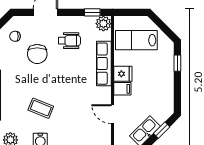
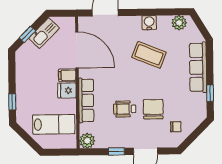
window: (92, 12) -> (116, 152), moved
wheelchair: (69, 41) -> (125, 109), moved
coffee table: (41, 108) -> (149, 55), width x1.36, depth x1.30
door: (112, 114) -> (77, 50), width x1.87

